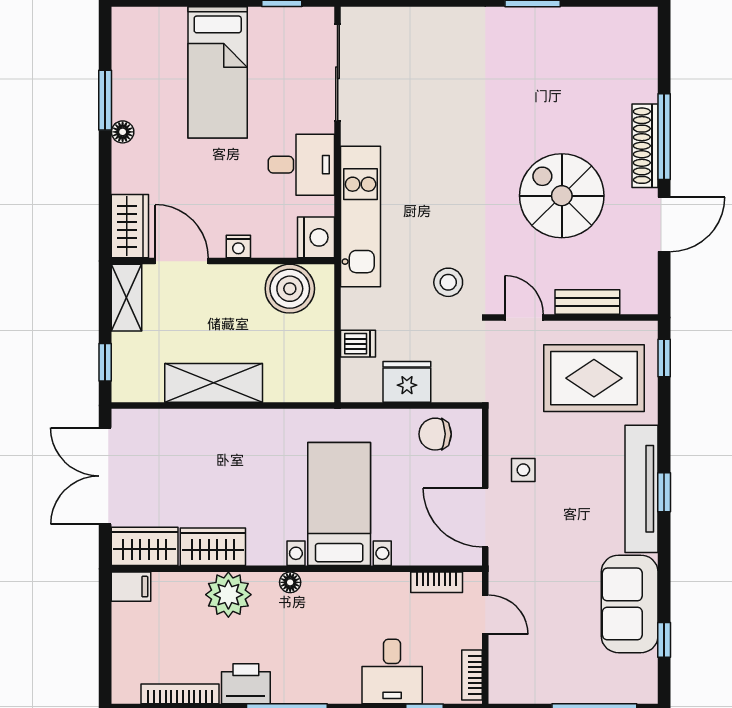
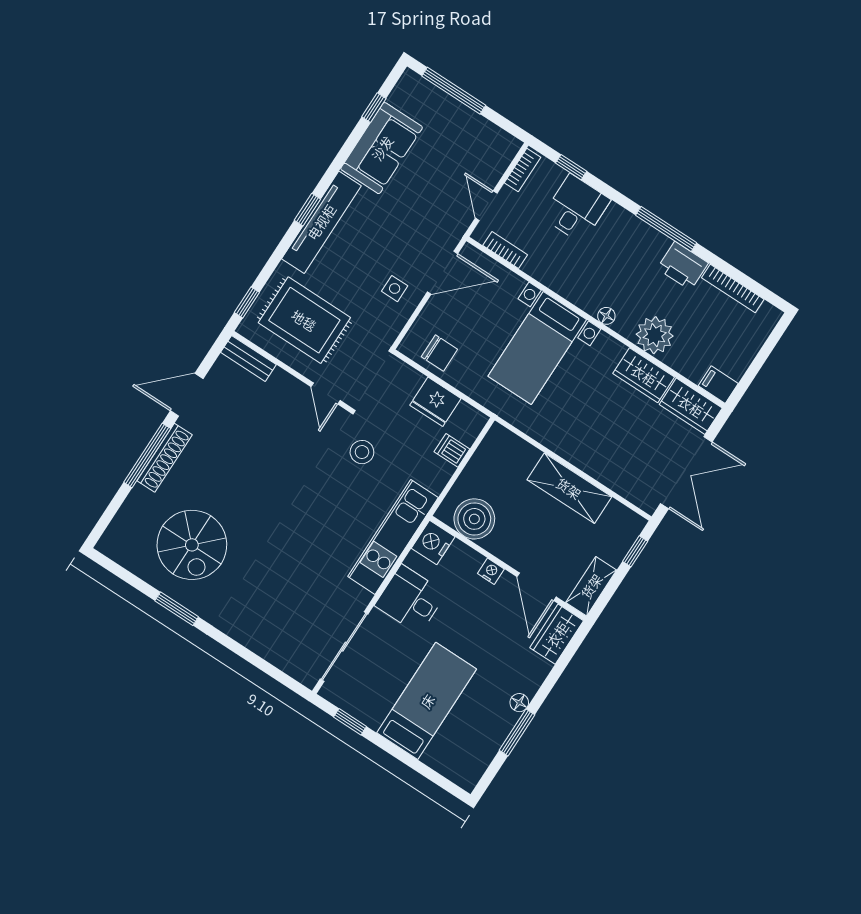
spiral stairs: (562, 196) -> (192, 545), moved
bench: (587, 302) -> (248, 358), moved
door: (485, 518) -> (443, 273), hinge flipped

